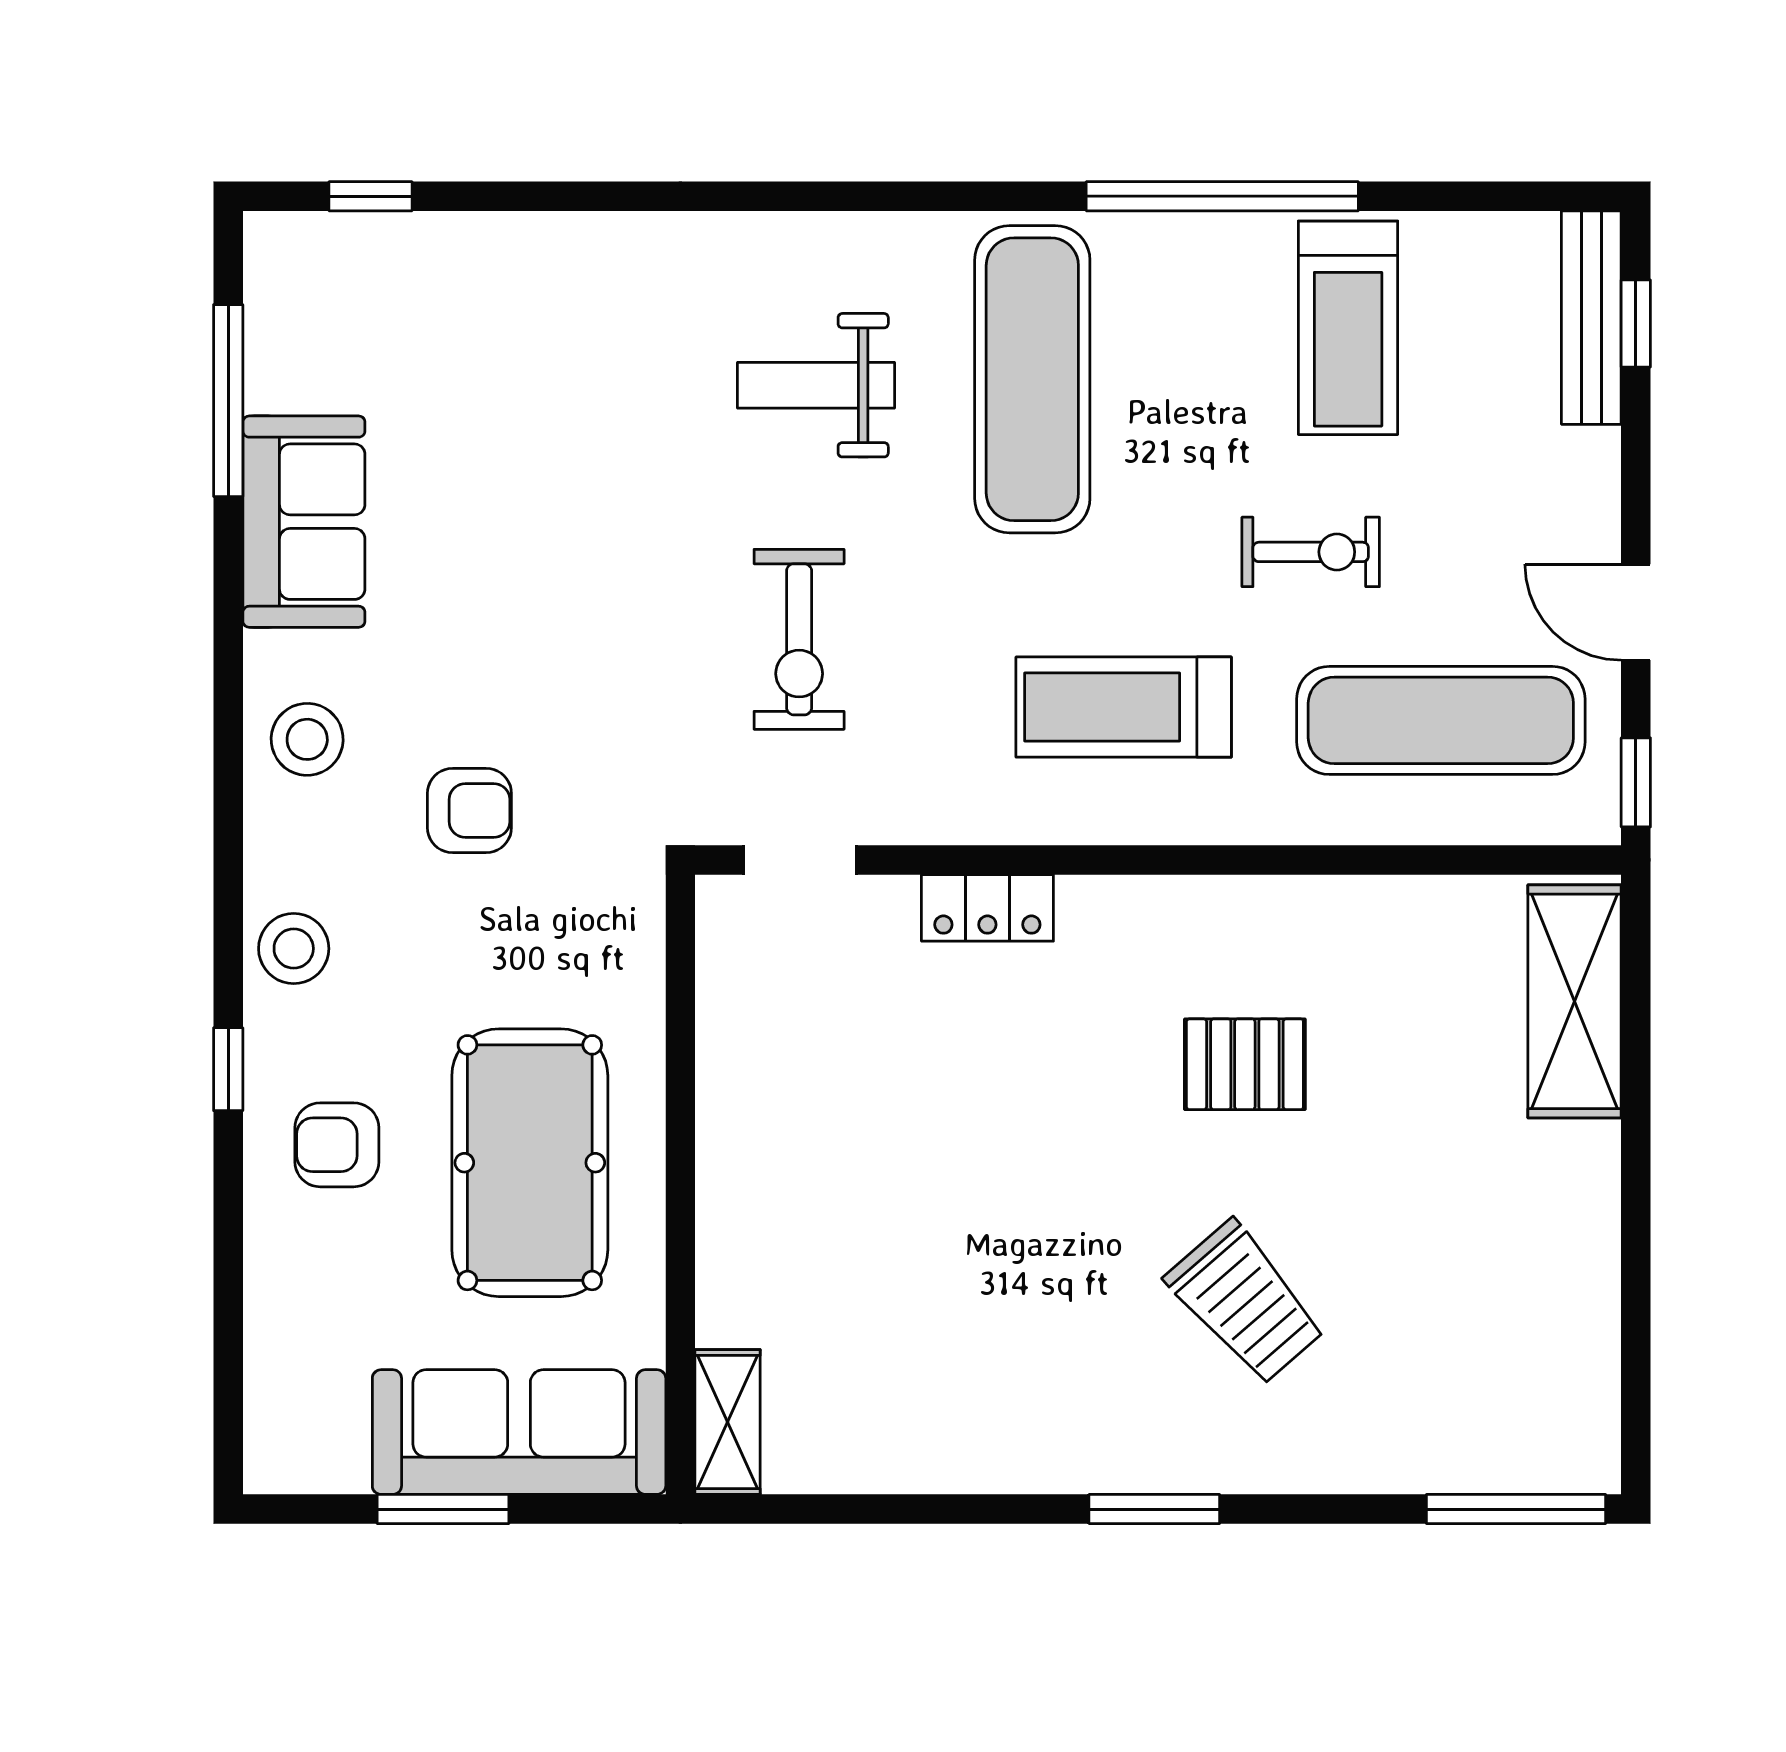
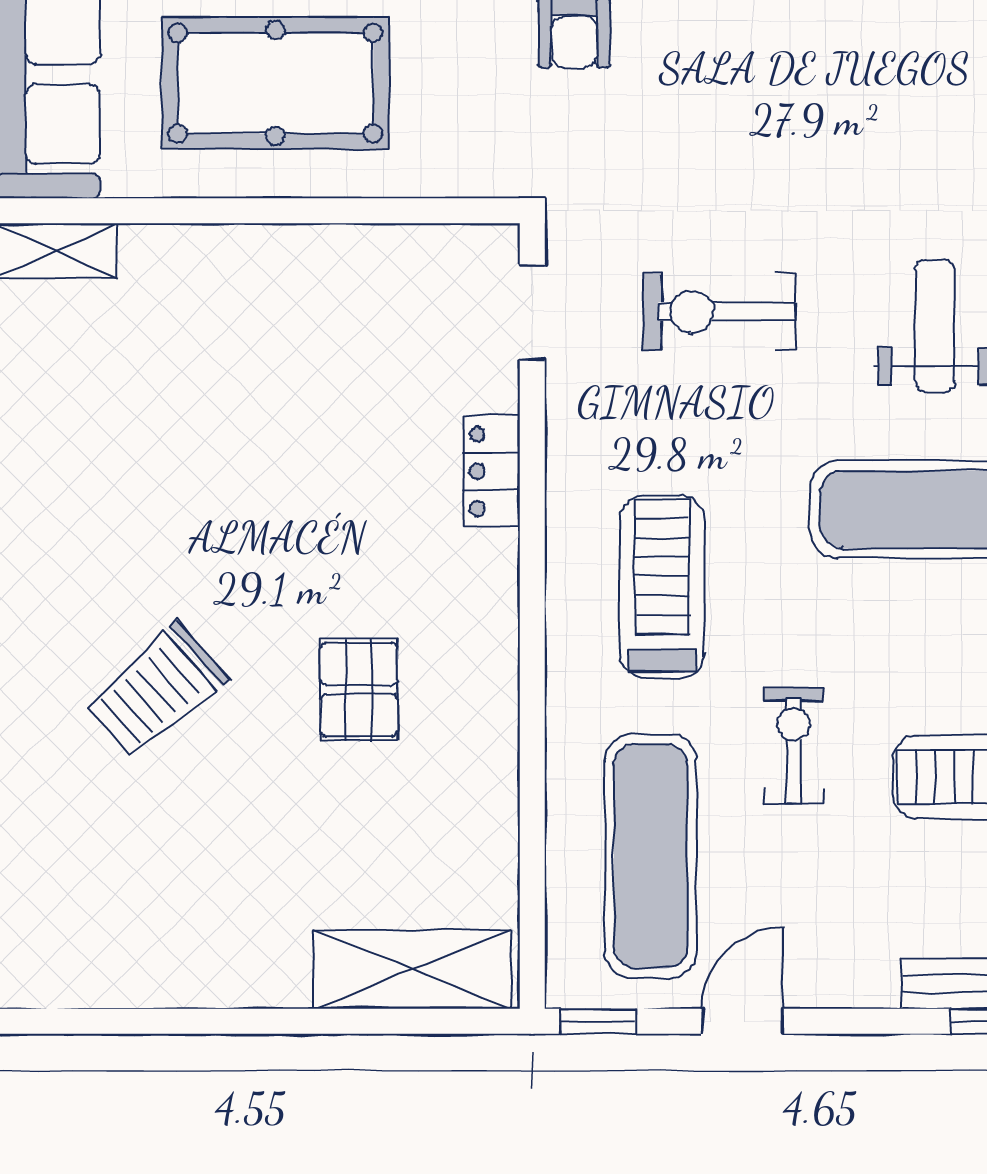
exercise bike: (1311, 552) -> (794, 746), turned 180

